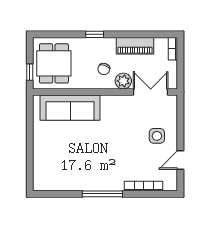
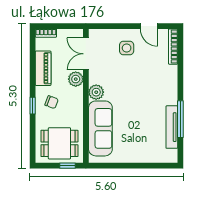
chair: (104, 69) -> (52, 102), moved
plant: (109, 103) -> (96, 92), added
tv unit: (71, 185) -> (172, 127), added
bookcase: (144, 186) -> (173, 47), moved
window: (102, 194) -> (180, 119), moved

